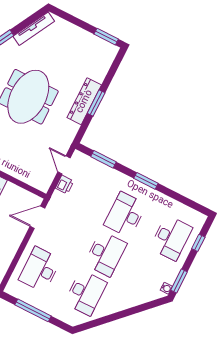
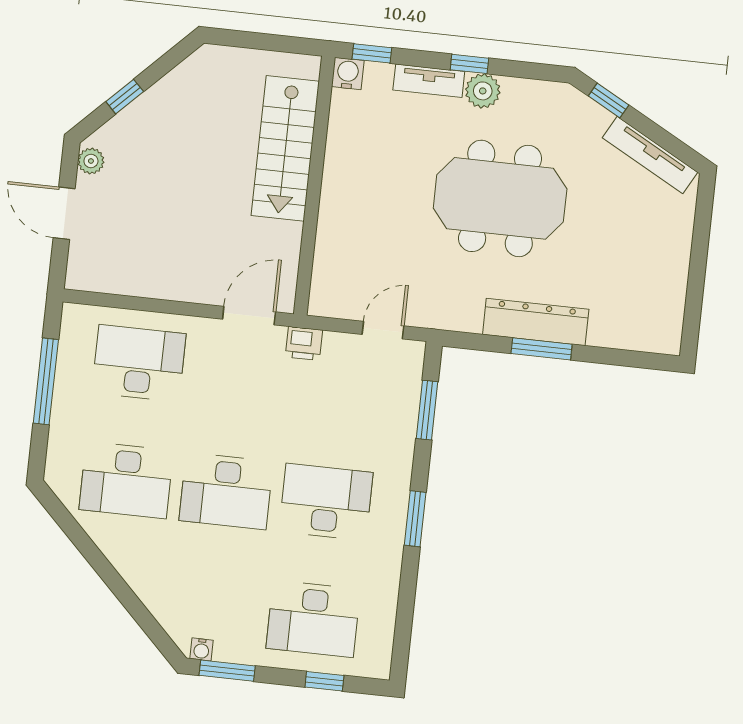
window: (106, 37) -> (692, 317), removed
printer: (65, 185) -> (304, 343), moved
door: (37, 217) -> (249, 316), hinge flipped

